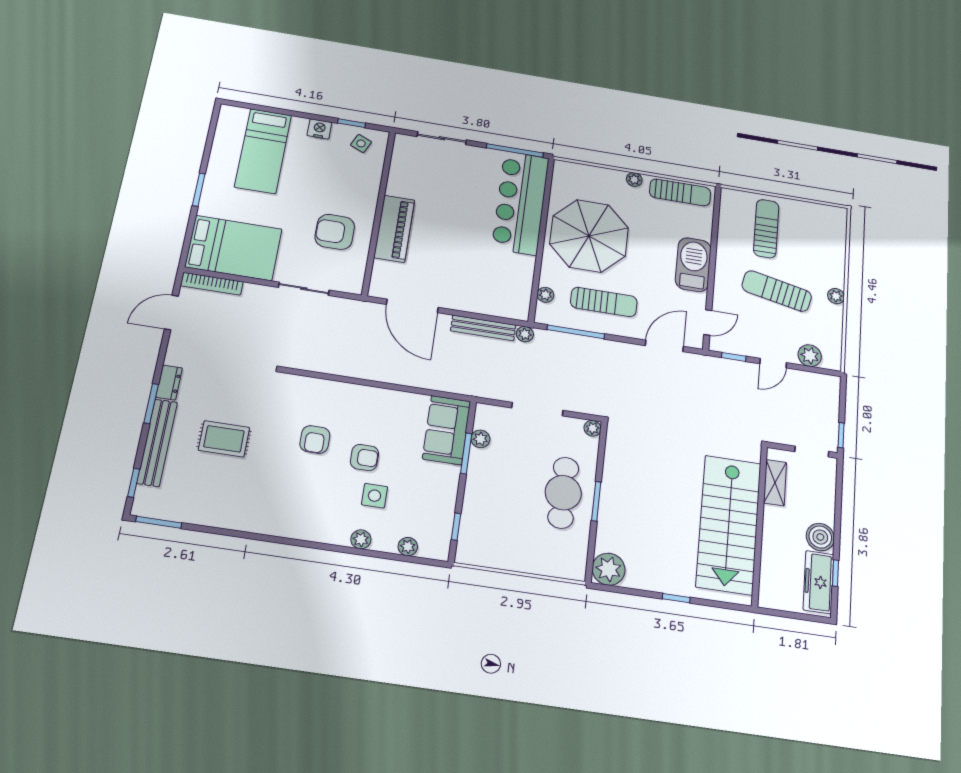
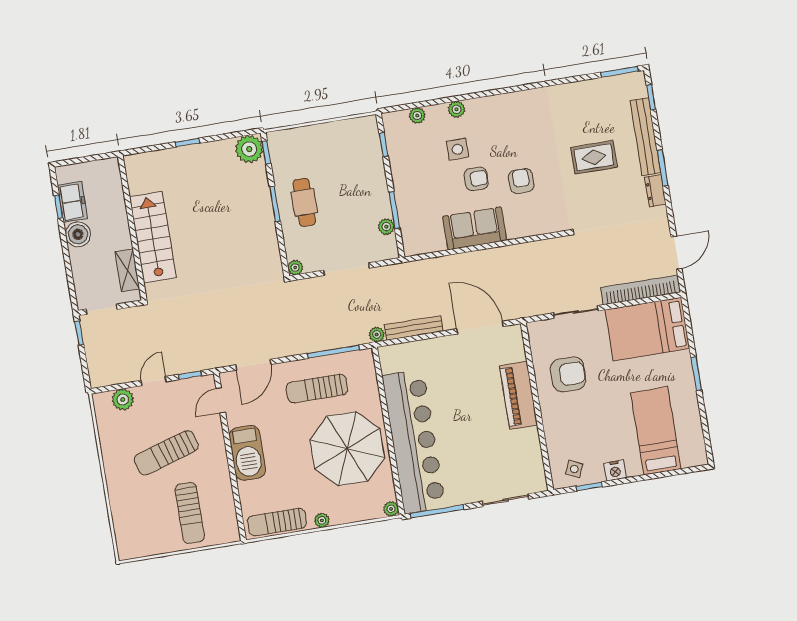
bar counter: (521, 203) -> (414, 442), width x1.36
bookcase: (212, 284) -> (641, 290), width x1.48, depth x1.31
sun lounger: (777, 291) -> (166, 453), turned 151
plant: (545, 295) -> (391, 509), moved
plant: (836, 296) -> (111, 467), removed
sofa: (447, 430) -> (475, 228), moved, turned -90
armchair: (364, 458) -> (476, 179), turned 180
cafe table: (563, 493) -> (304, 202), width x0.73, depth x0.74
stairs: (729, 524) -> (153, 237), width x0.73, depth x0.66
window: (590, 560) -> (266, 152), added
freezer: (818, 582) -> (72, 202), width x0.71

